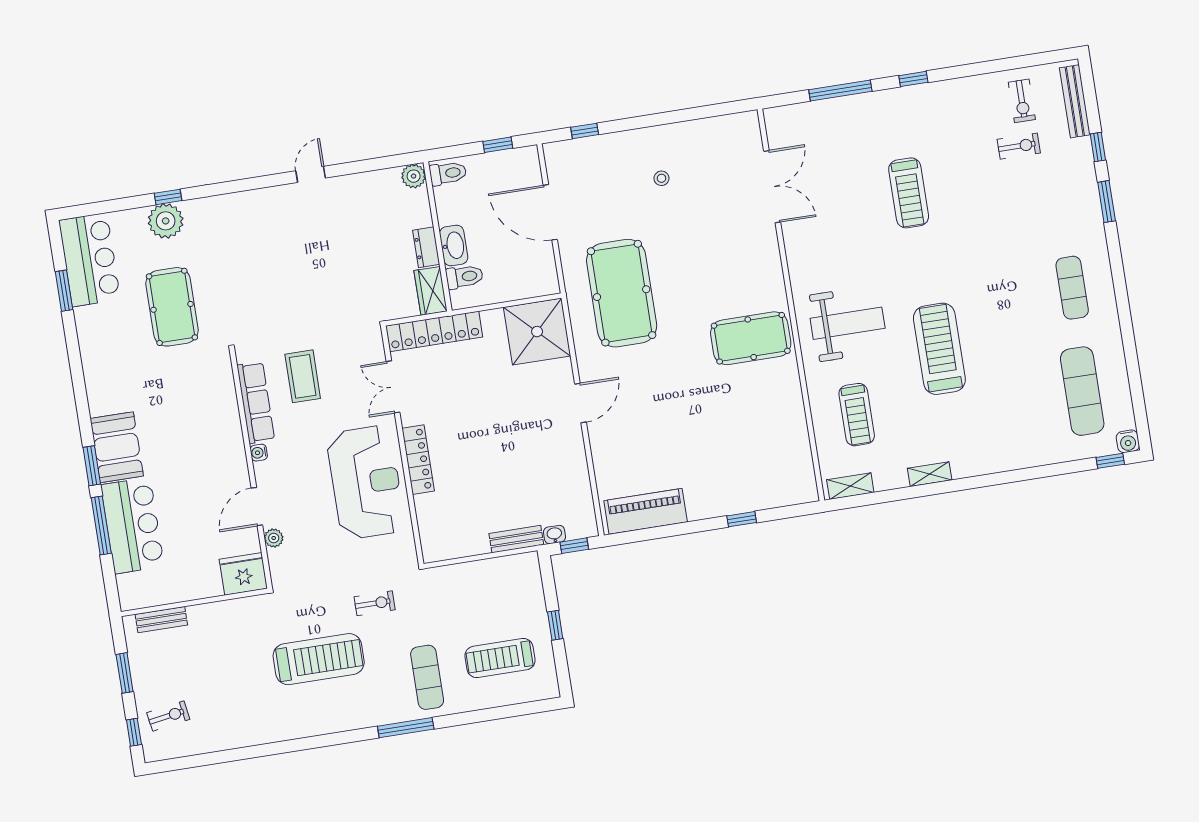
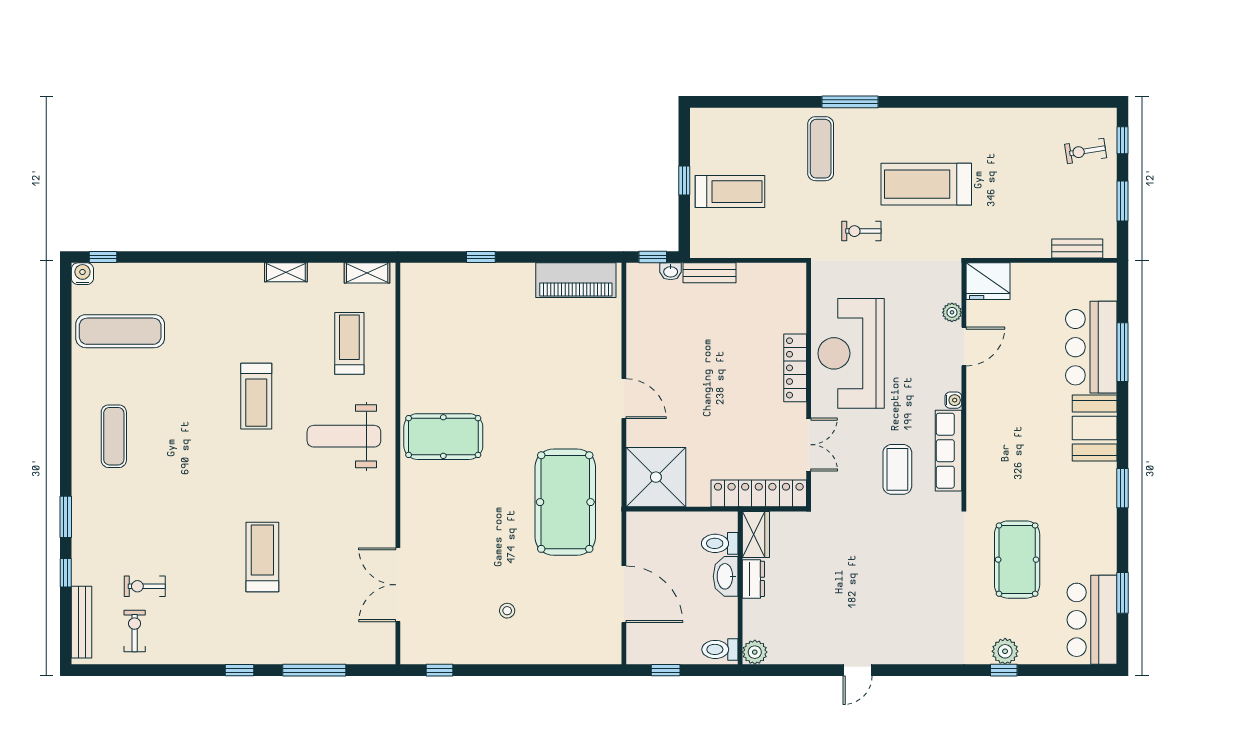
window: (585, 131) -> (440, 670), moved
plant: (166, 221) -> (1005, 651), width x0.73, depth x0.73
treadmill: (939, 349) -> (256, 396), width x0.73, depth x0.73
exercise mat: (1082, 391) -> (120, 331), turned 90
door: (580, 403) -> (624, 399), swing flipped
window: (92, 466) -> (1122, 488), moved
treadmill: (500, 658) -> (730, 192), moved

